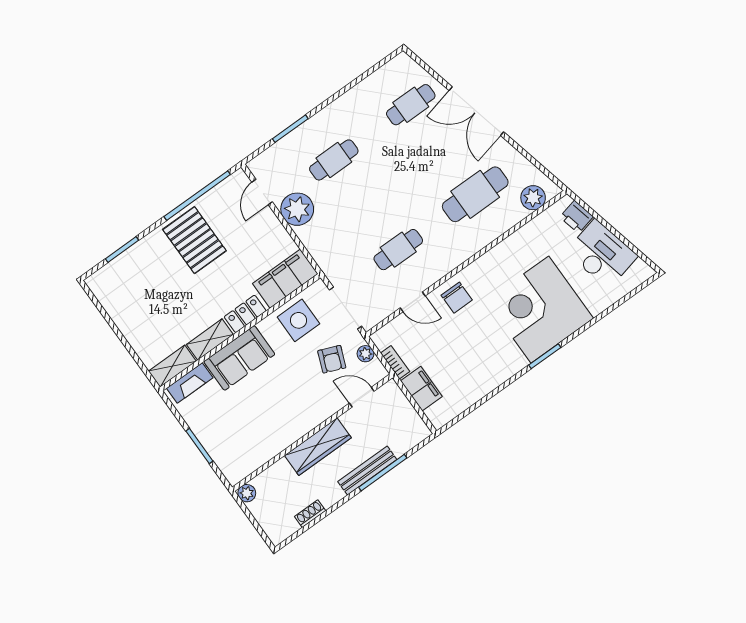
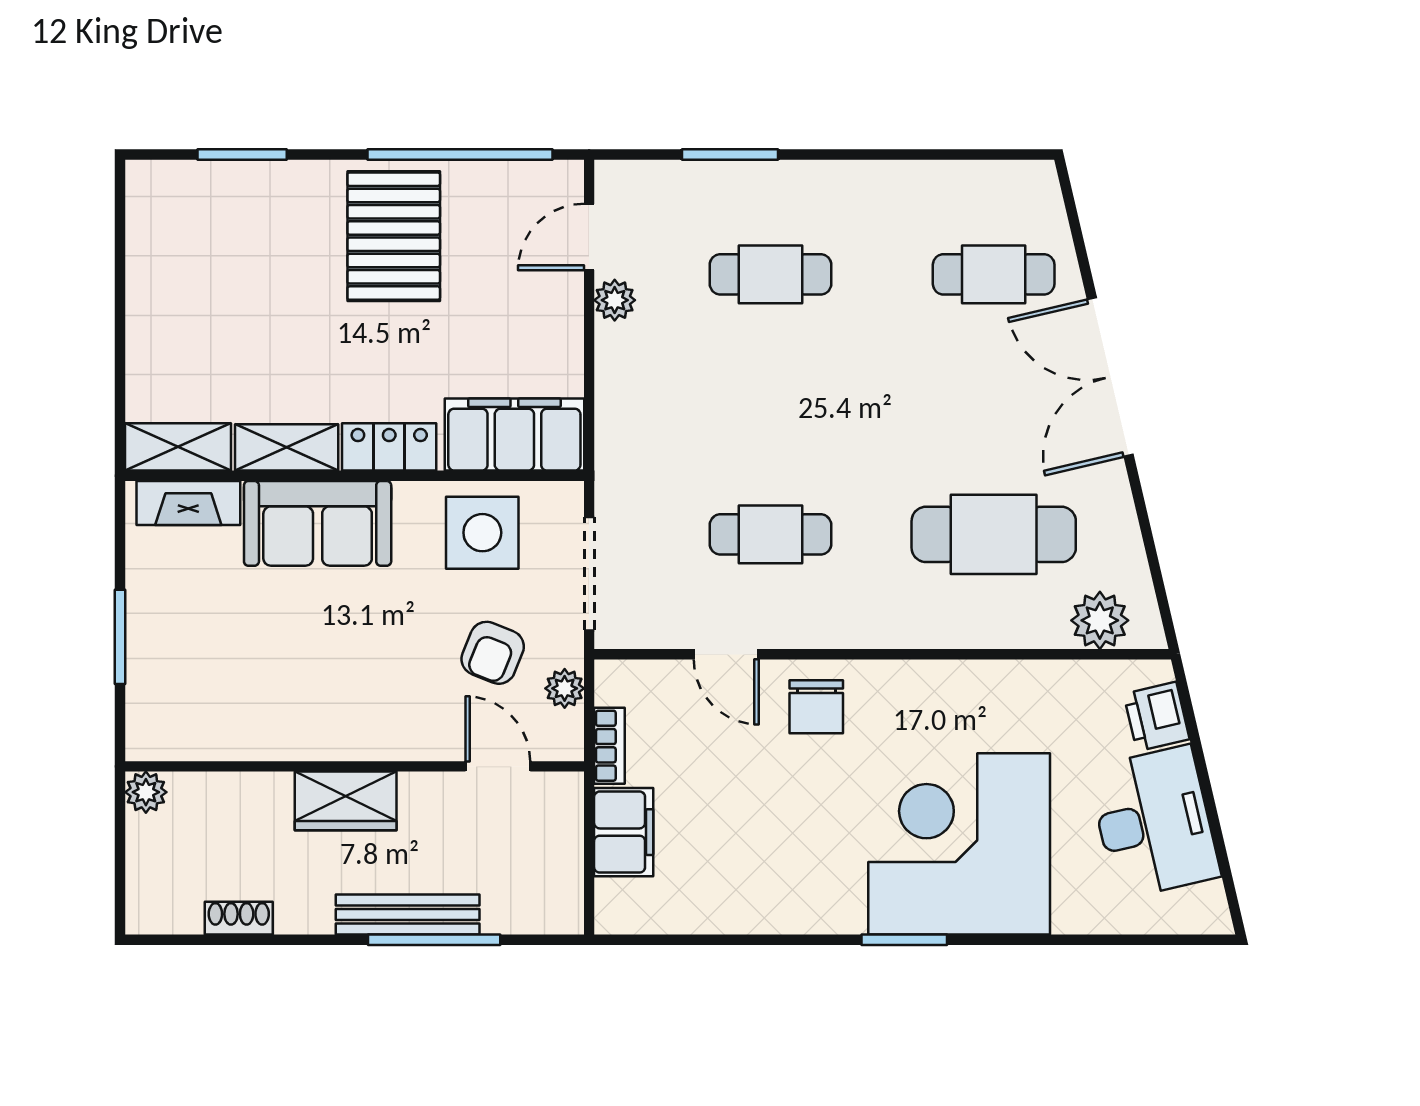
plant: (297, 209) -> (615, 300), width x0.53, depth x0.53
wardrobe: (318, 447) -> (346, 801), width x0.67

